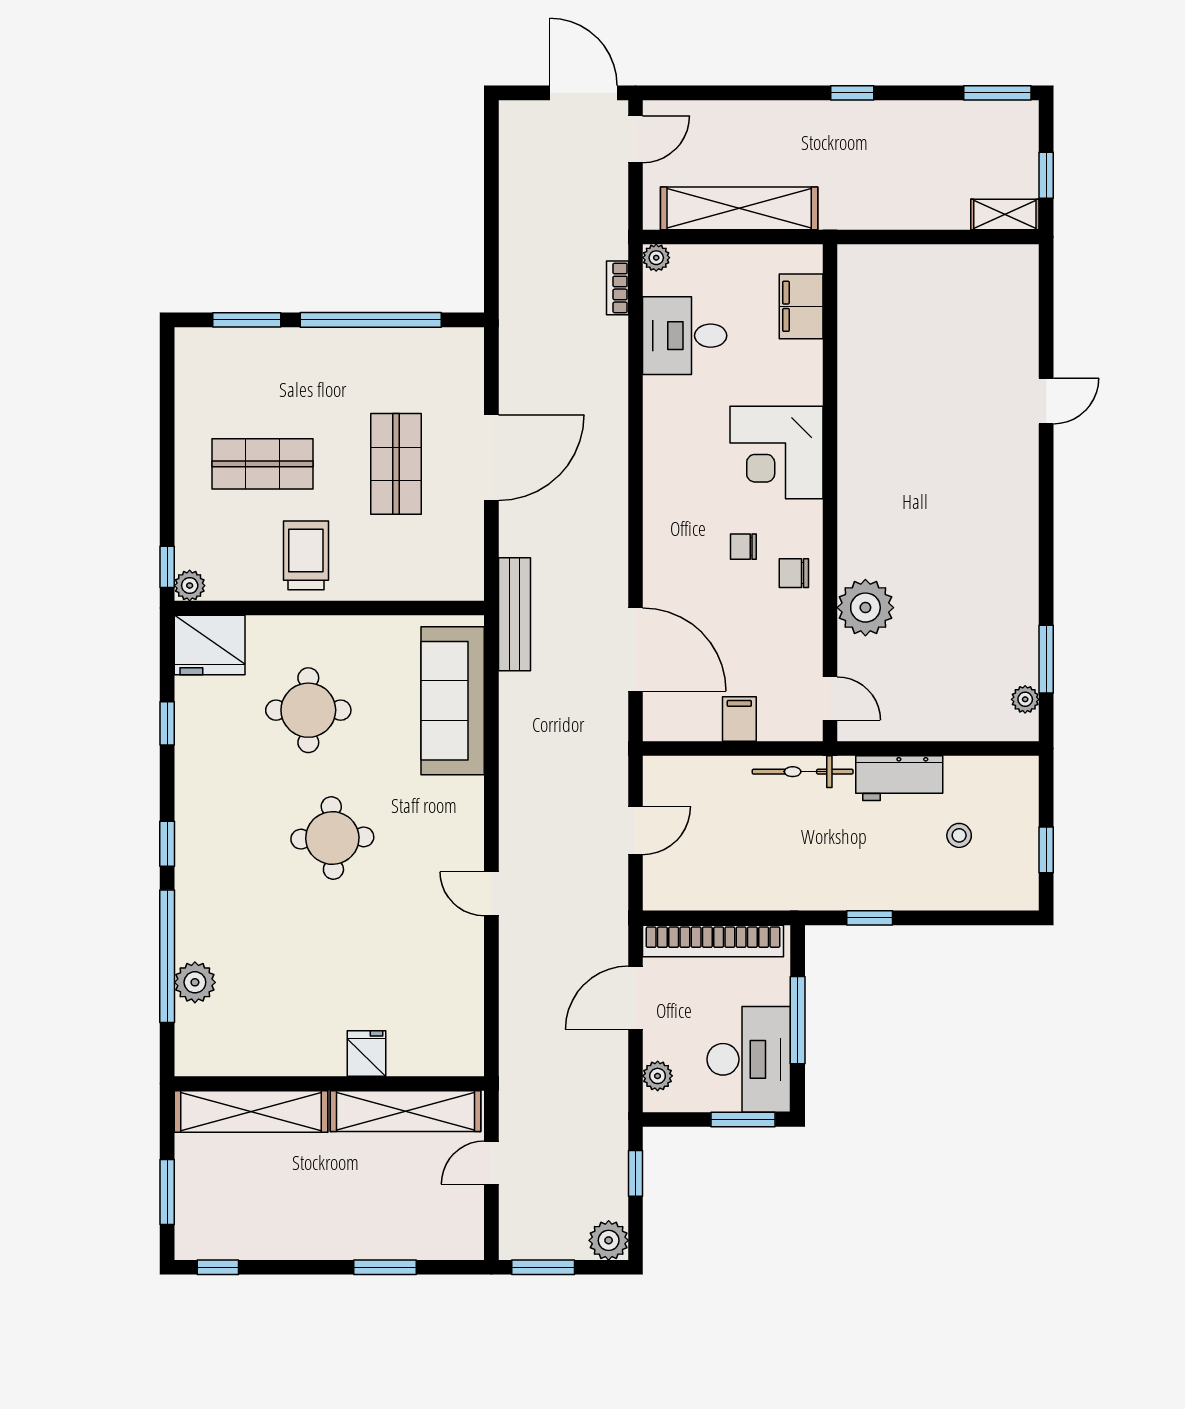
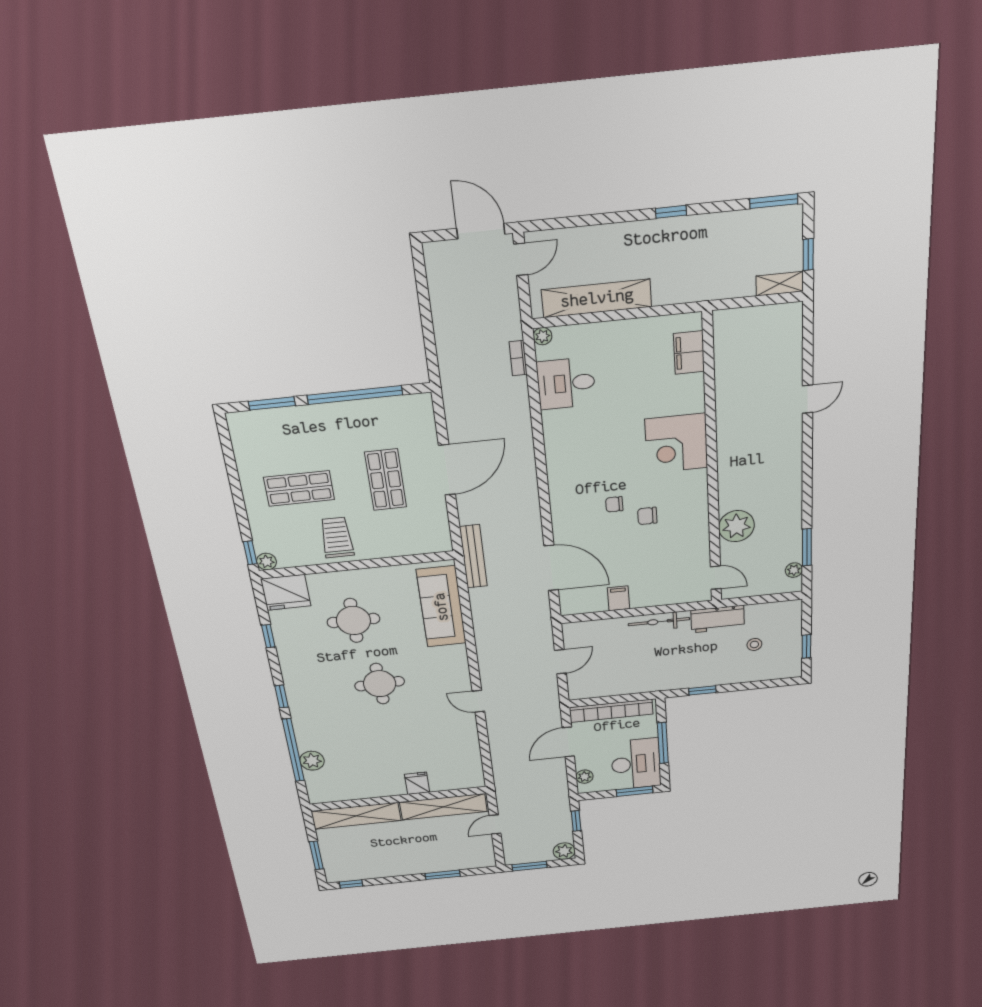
filing cabinet: (801, 306) -> (689, 352), moved
corner desk: (776, 452) -> (676, 443), moved
wall: (830, 493) -> (712, 463), moved
plant: (865, 608) -> (736, 526), moved
door: (830, 698) -> (716, 578), moved

